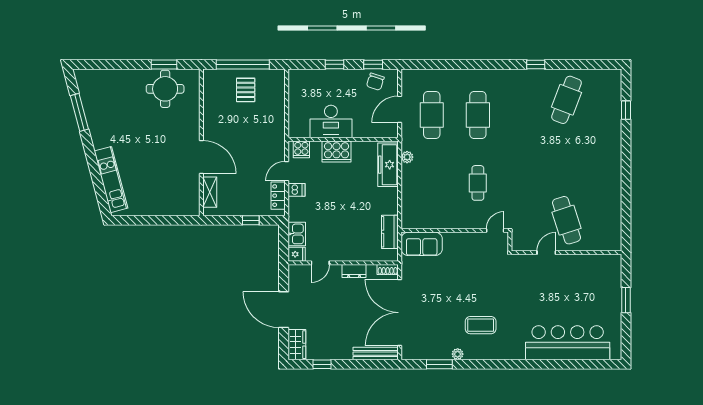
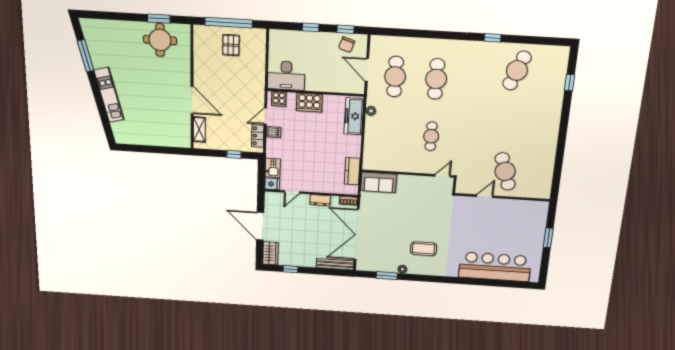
door: (400, 109) -> (367, 70), hinge flipped
desk: (331, 122) -> (286, 76), moved
kitchen unit: (111, 180) -> (109, 95), moved

